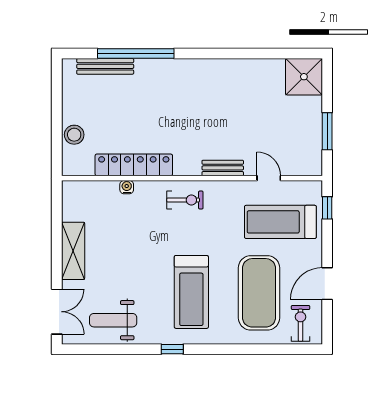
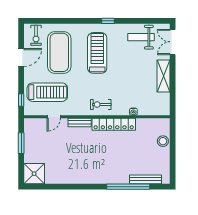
locker: (134, 165) -> (114, 124), moved
door: (269, 178) -> (54, 117), hinge flipped
weight bench: (113, 320) -> (141, 37), turned 180

